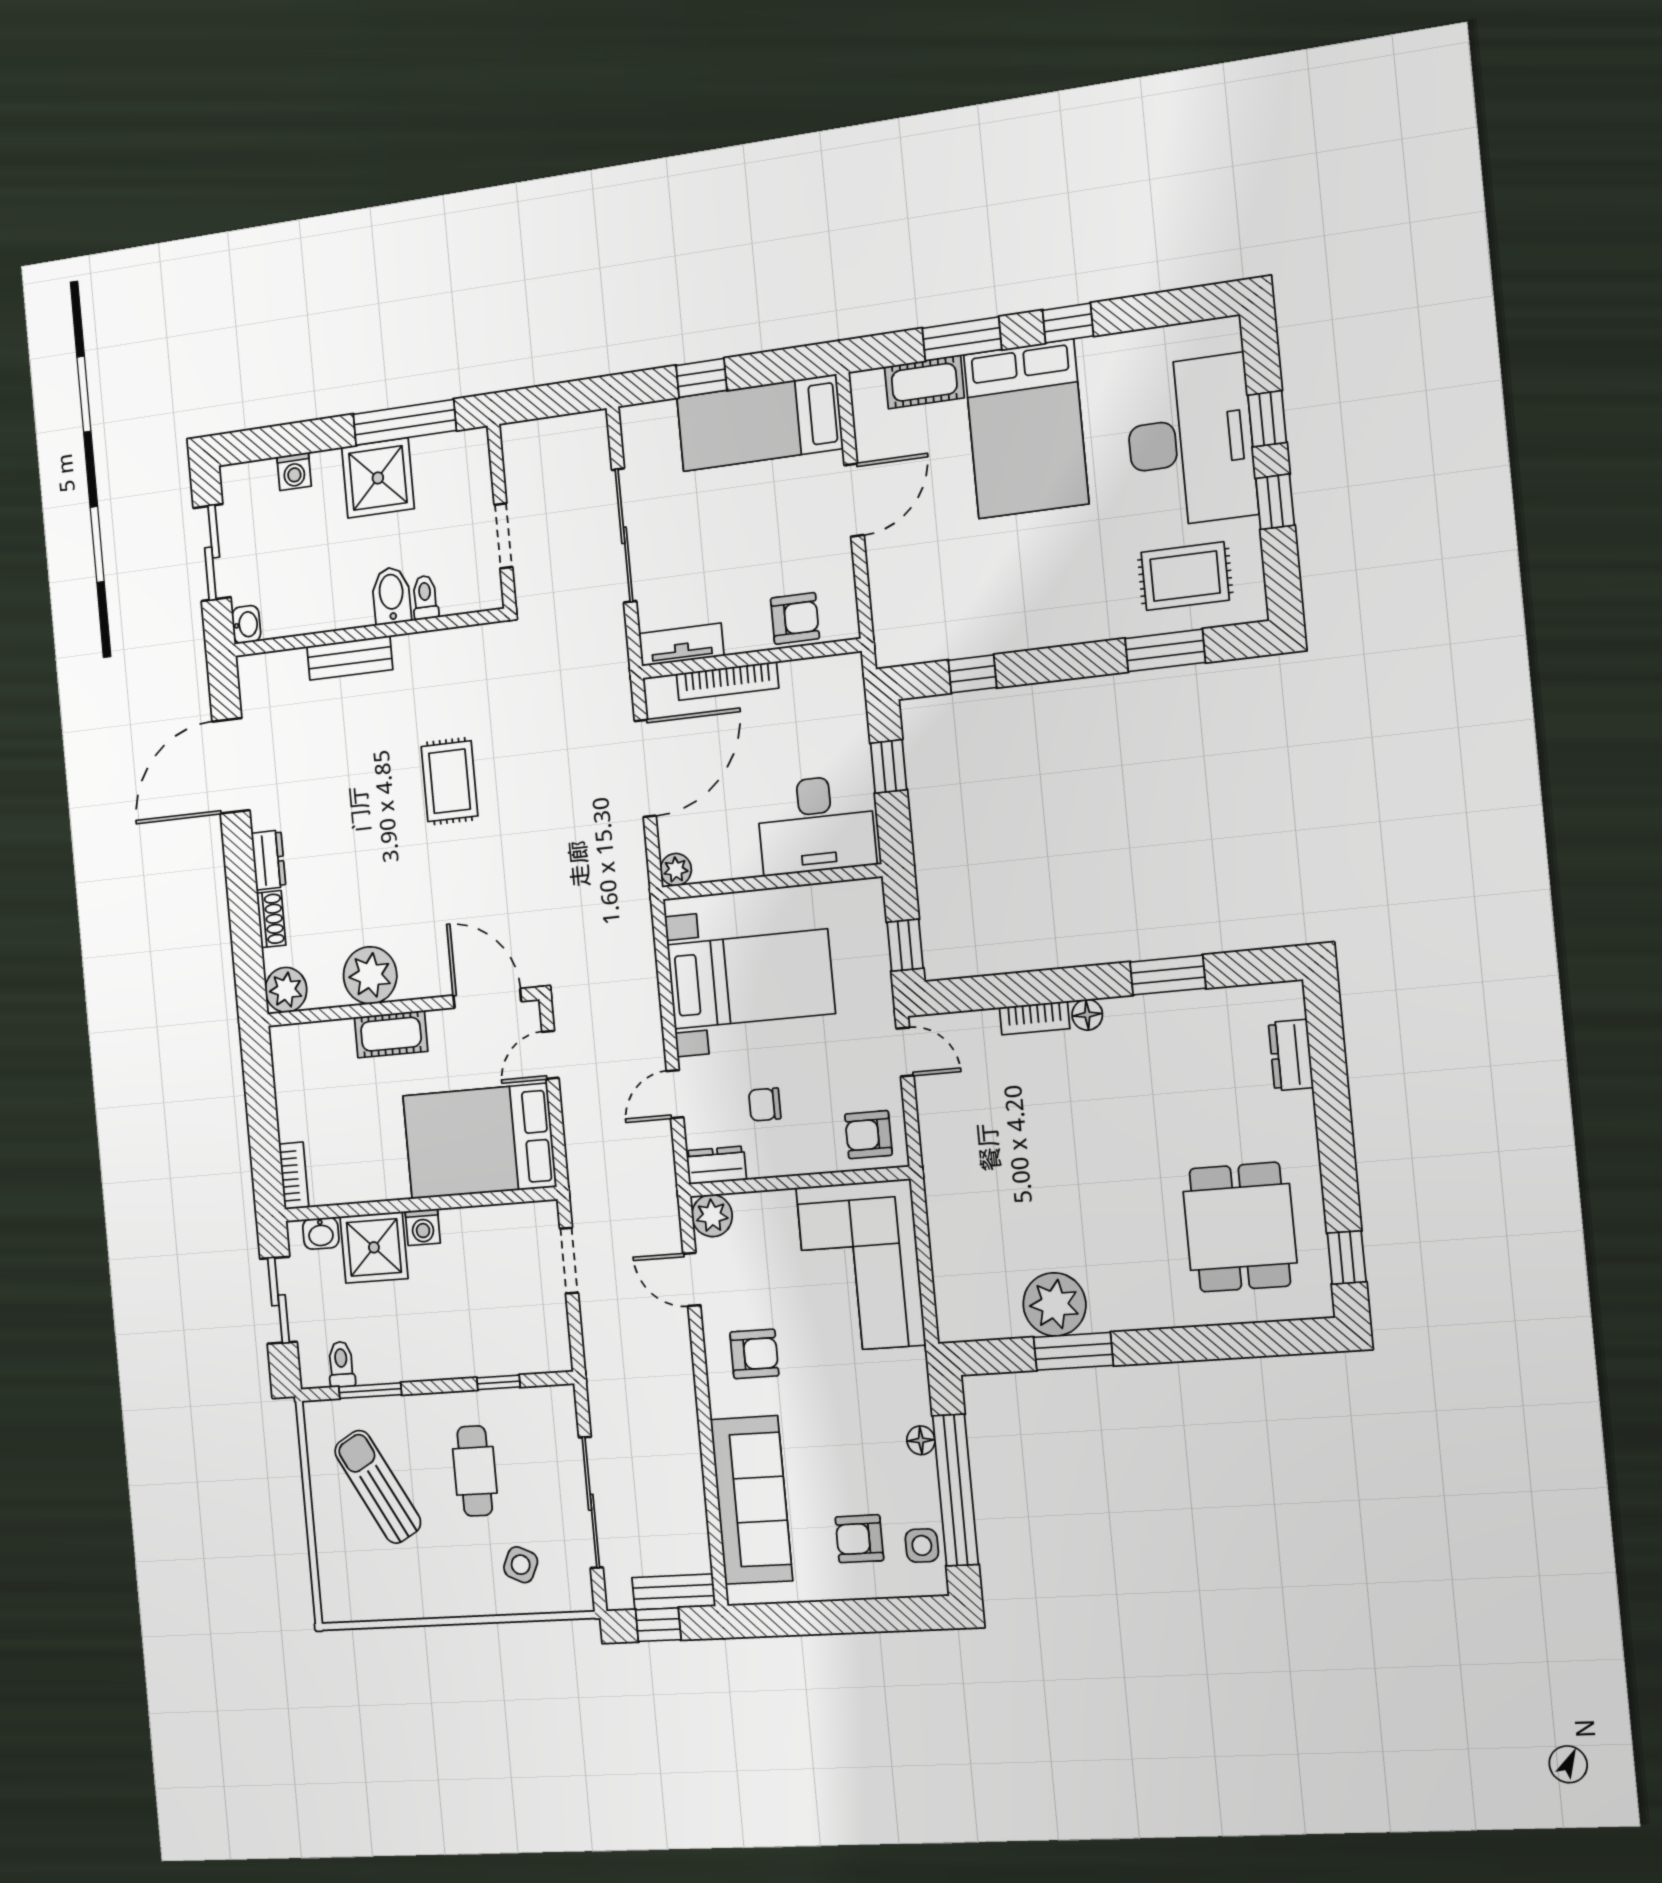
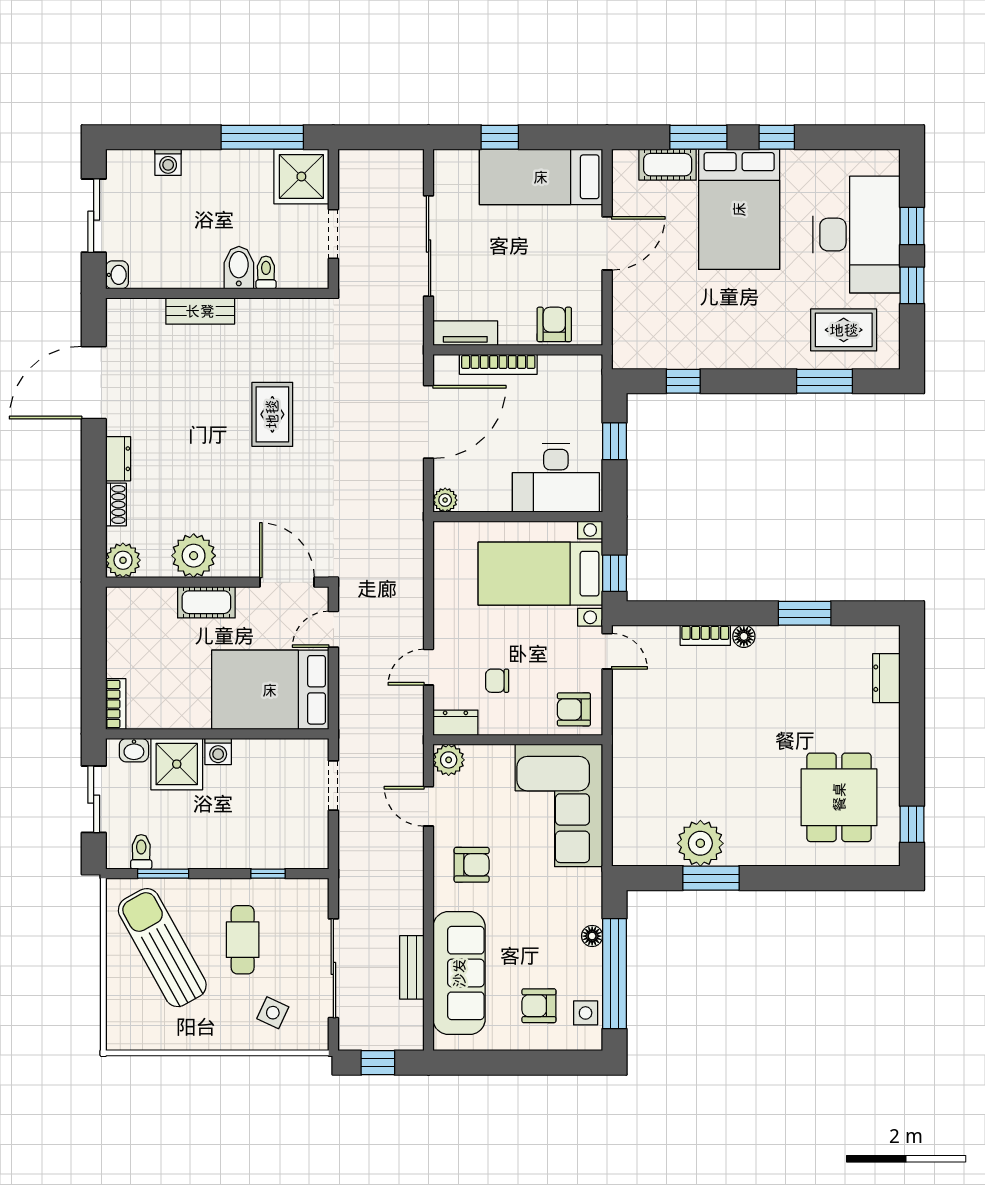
shower: (378, 478) -> (301, 177), moved
armchair: (795, 618) -> (554, 324), turned -90
bed with nightstands: (751, 979) -> (540, 574), moved, turned 180
sun lounger: (378, 1487) -> (162, 948), width x1.36, depth x1.34
bench: (674, 1592) -> (412, 967), moved, turned 90

